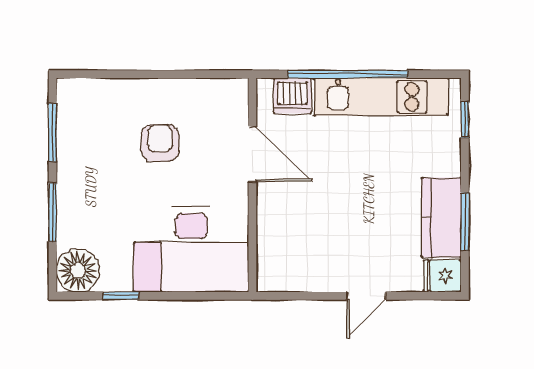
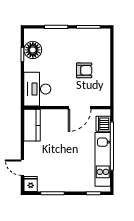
kitchen counter: (441, 217) -> (32, 125), moved, turned 90
desk: (191, 249) -> (37, 89), width x0.73, depth x0.77
floor lamp: (78, 270) -> (33, 50), moved
door: (366, 296) -> (22, 168), moved

